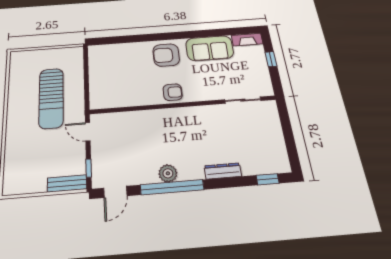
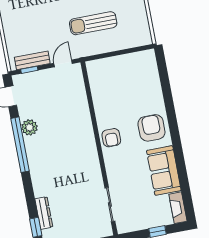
sun lounger: (51, 98) -> (93, 23), width x0.73, depth x0.75
dresser: (223, 171) -> (44, 213), moved
plant: (168, 173) -> (29, 127), moved
bench: (67, 183) -> (32, 60), moved, turned 90

